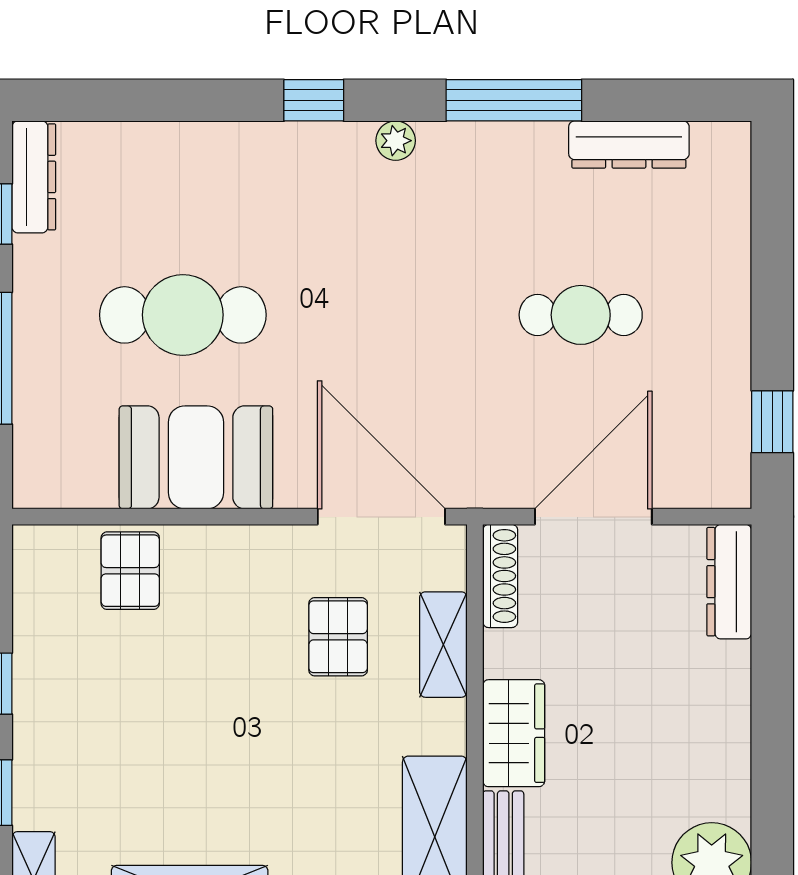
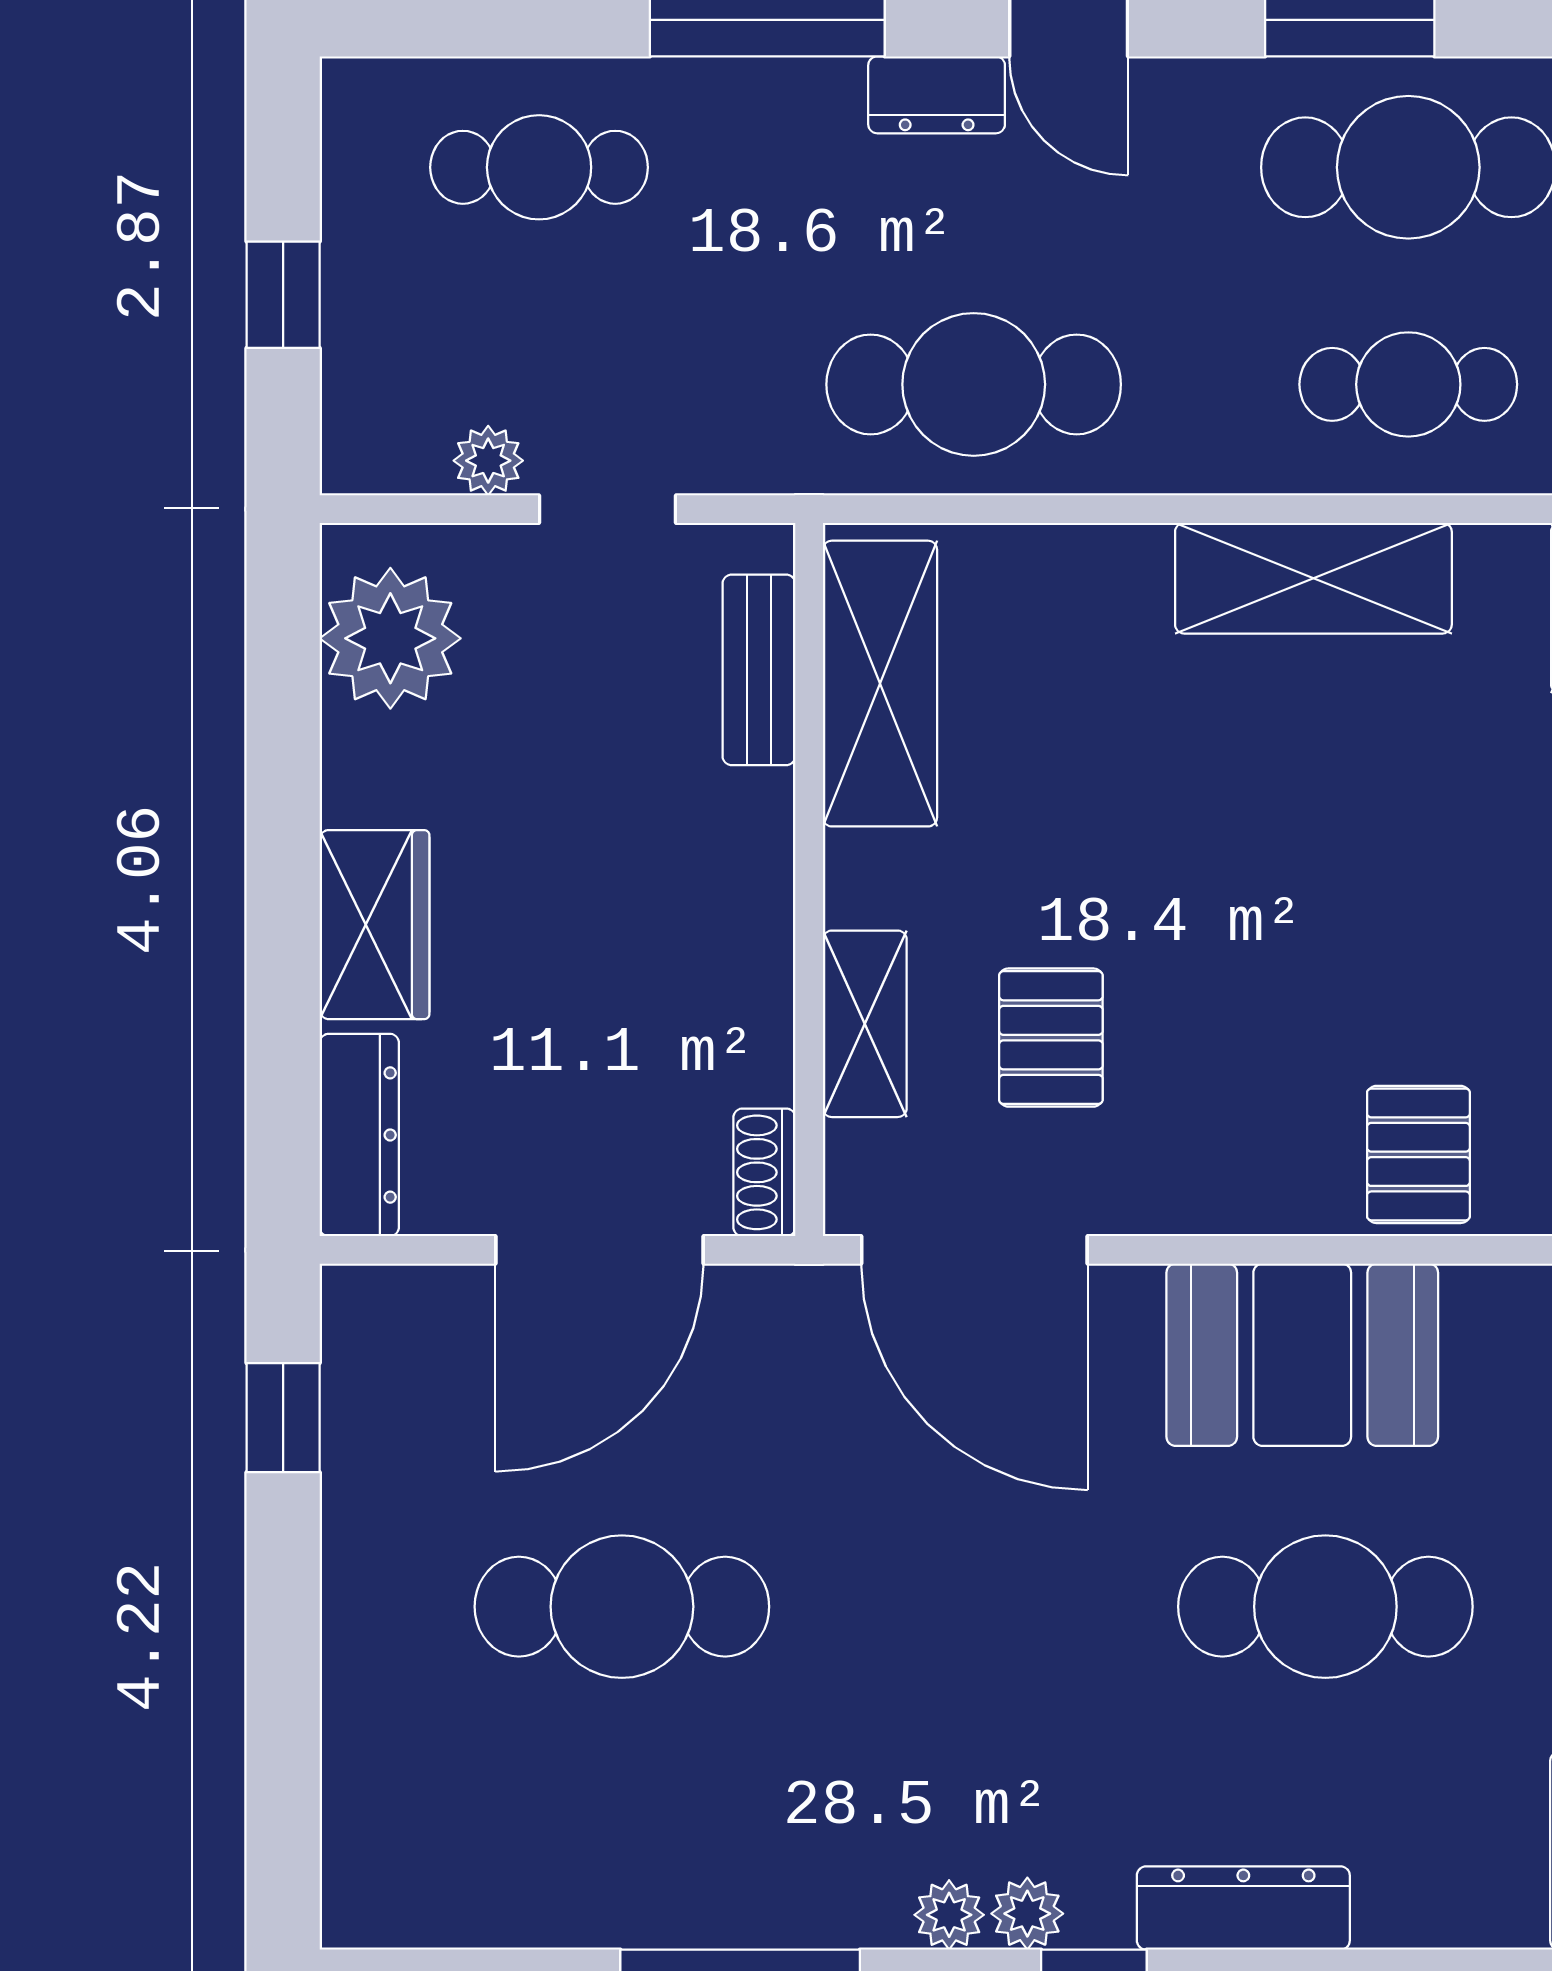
plant: (351, 141) -> (1027, 1914), added
dresser: (629, 145) -> (1243, 1908), moved
cafe table: (581, 315) -> (622, 1607), width x1.37, depth x1.35
shoe rack: (500, 576) -> (764, 1172), width x0.70
wardrobe: (514, 733) -> (375, 925), moved, turned 180

